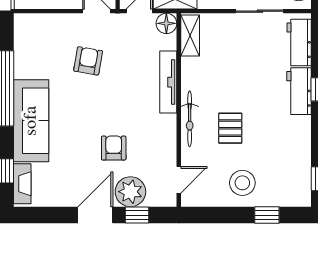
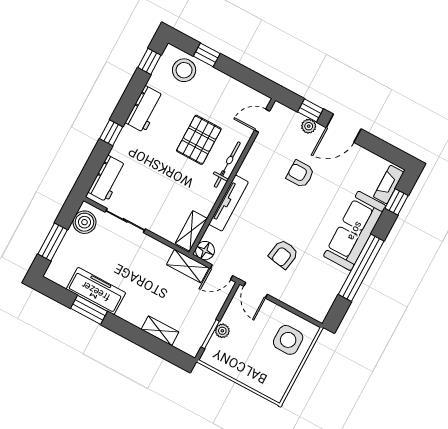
workbench: (299, 91) -> (145, 109), moved
pallet: (230, 128) -> (199, 140), width x1.50, depth x1.42
armchair: (114, 148) -> (300, 174), turned 90
stool: (242, 183) -> (184, 70), moved
plant: (130, 192) -> (309, 126), width x0.53, depth x0.53

